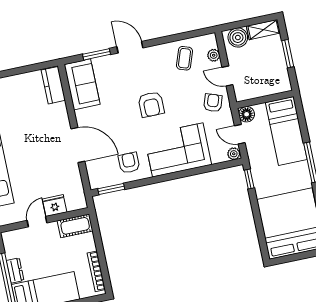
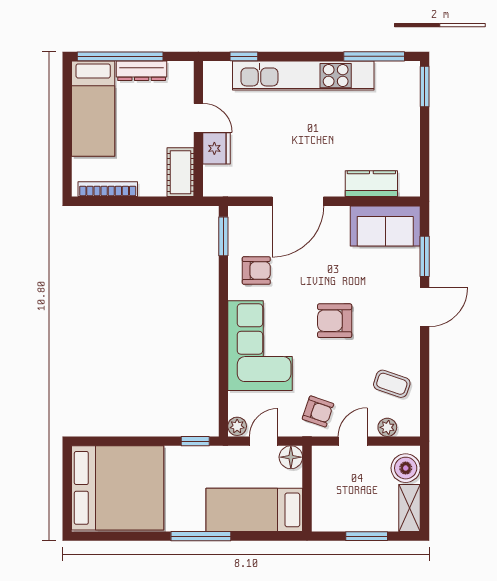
kitchen counter: (53, 85) -> (371, 184), moved
dresser: (15, 270) -> (142, 71), width x1.44

